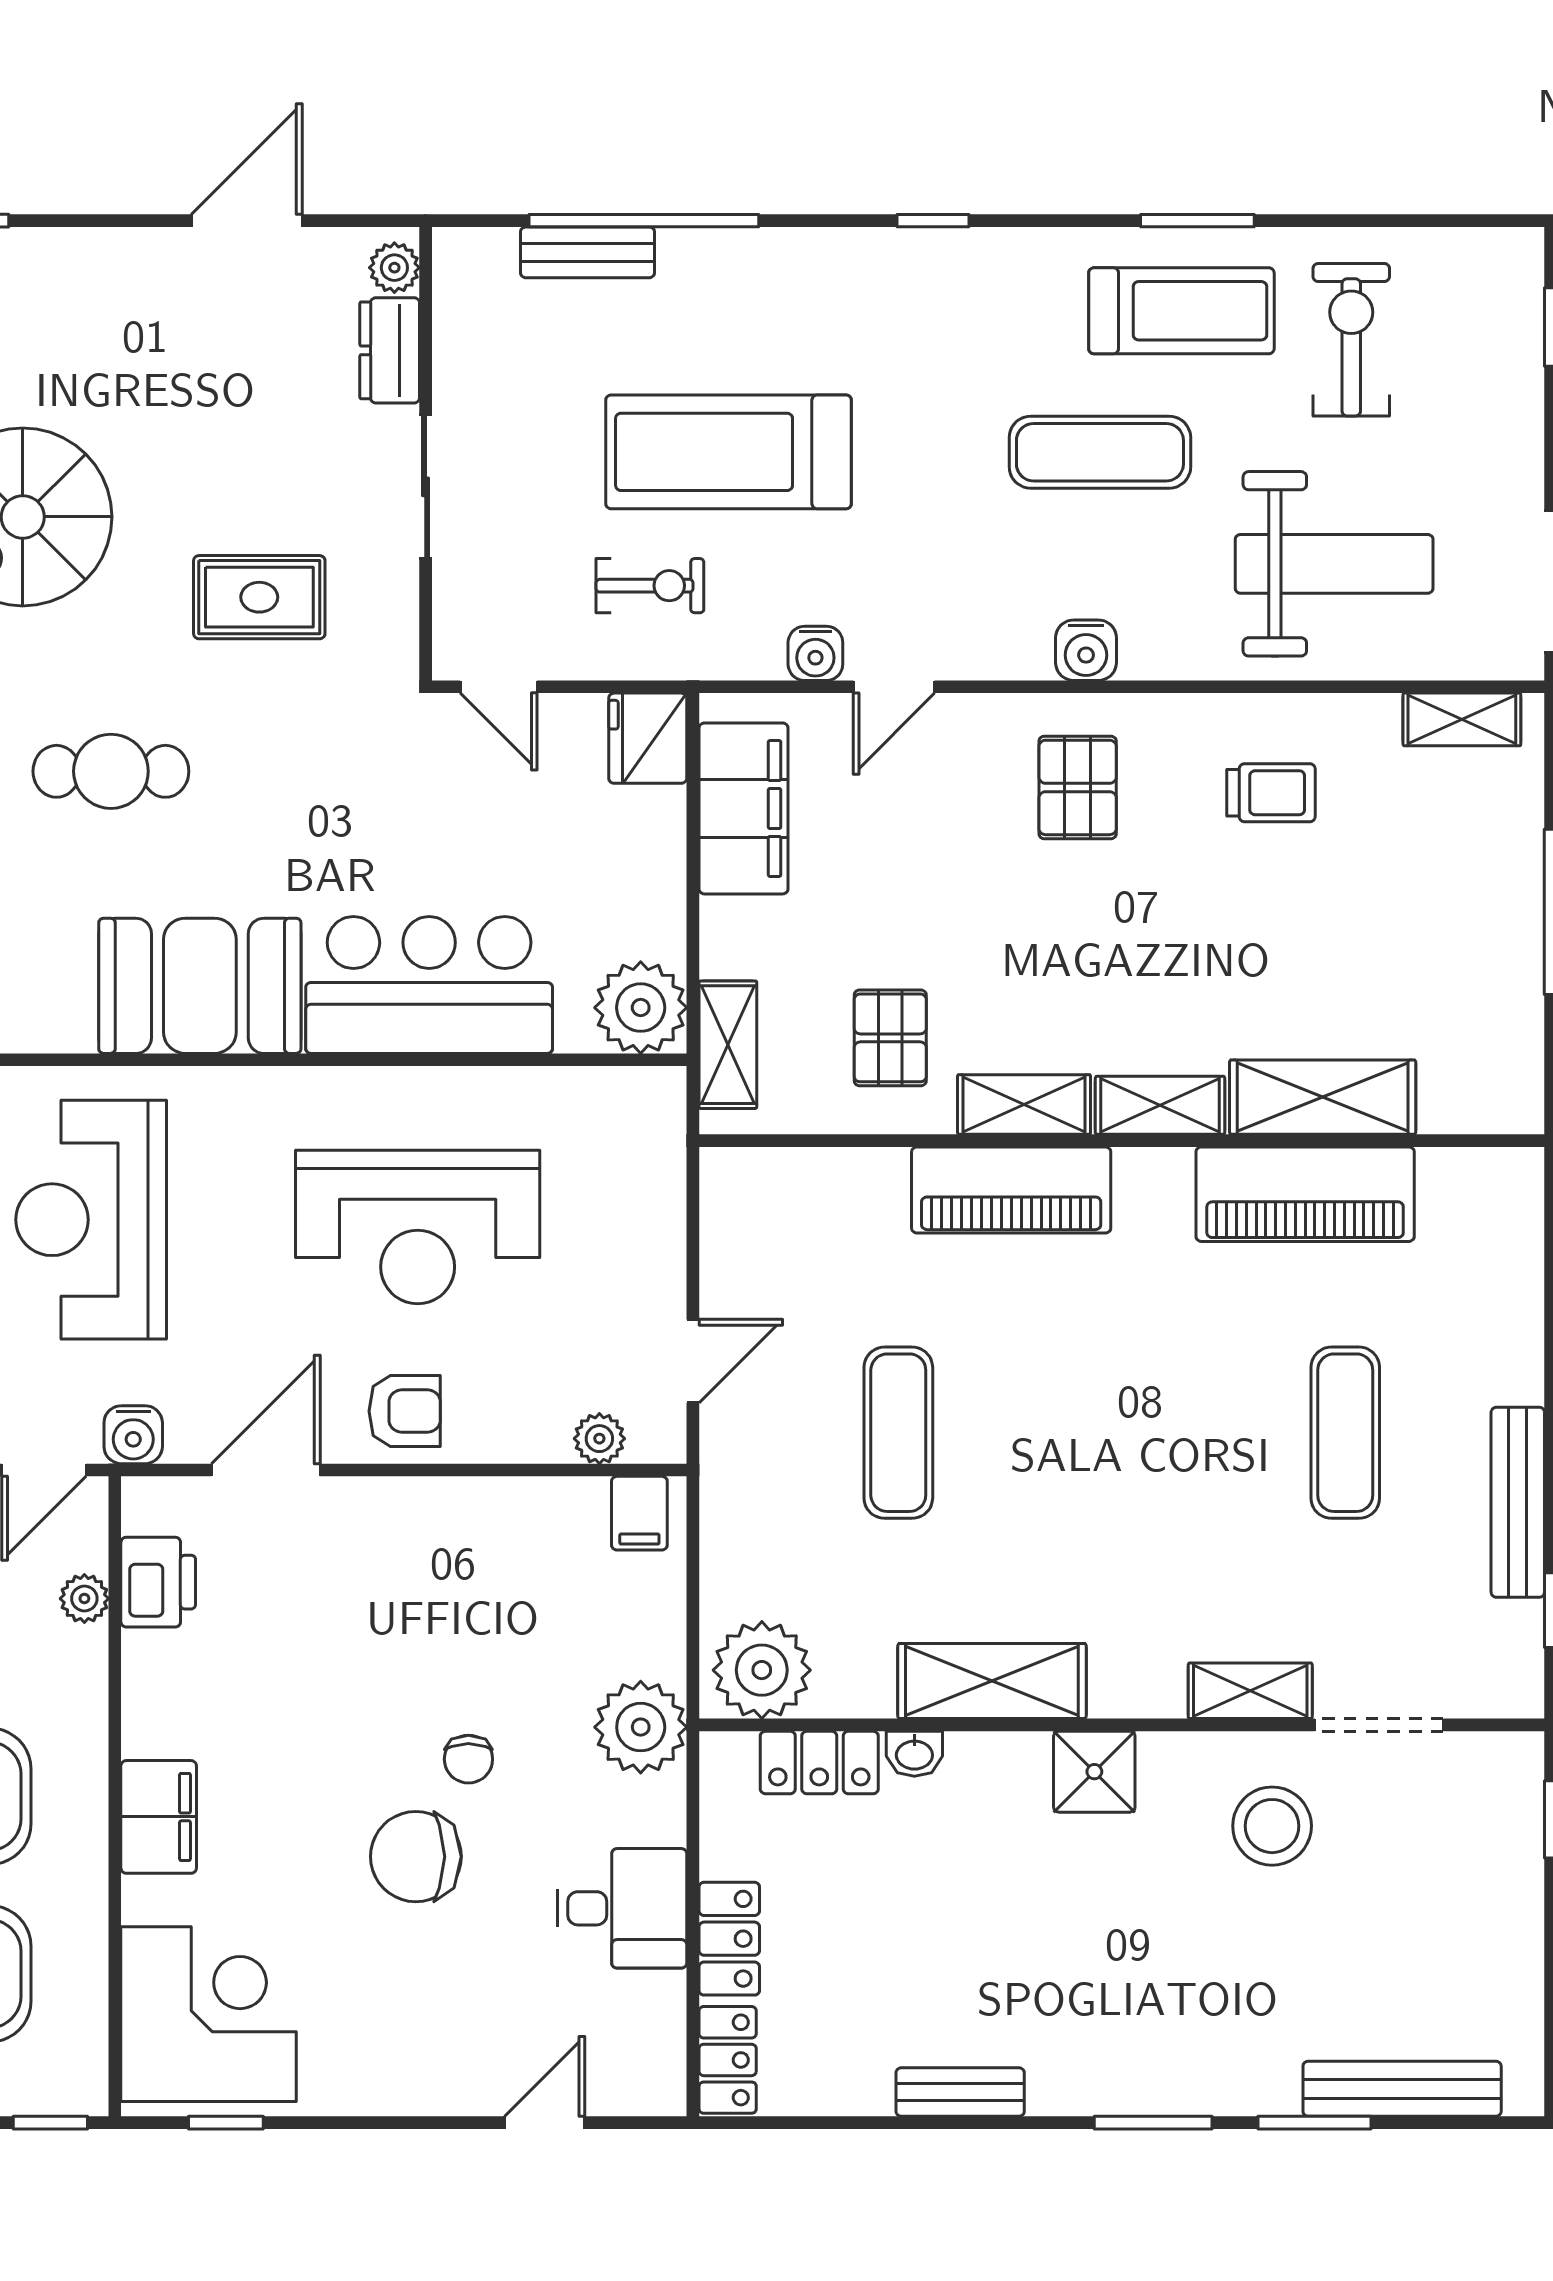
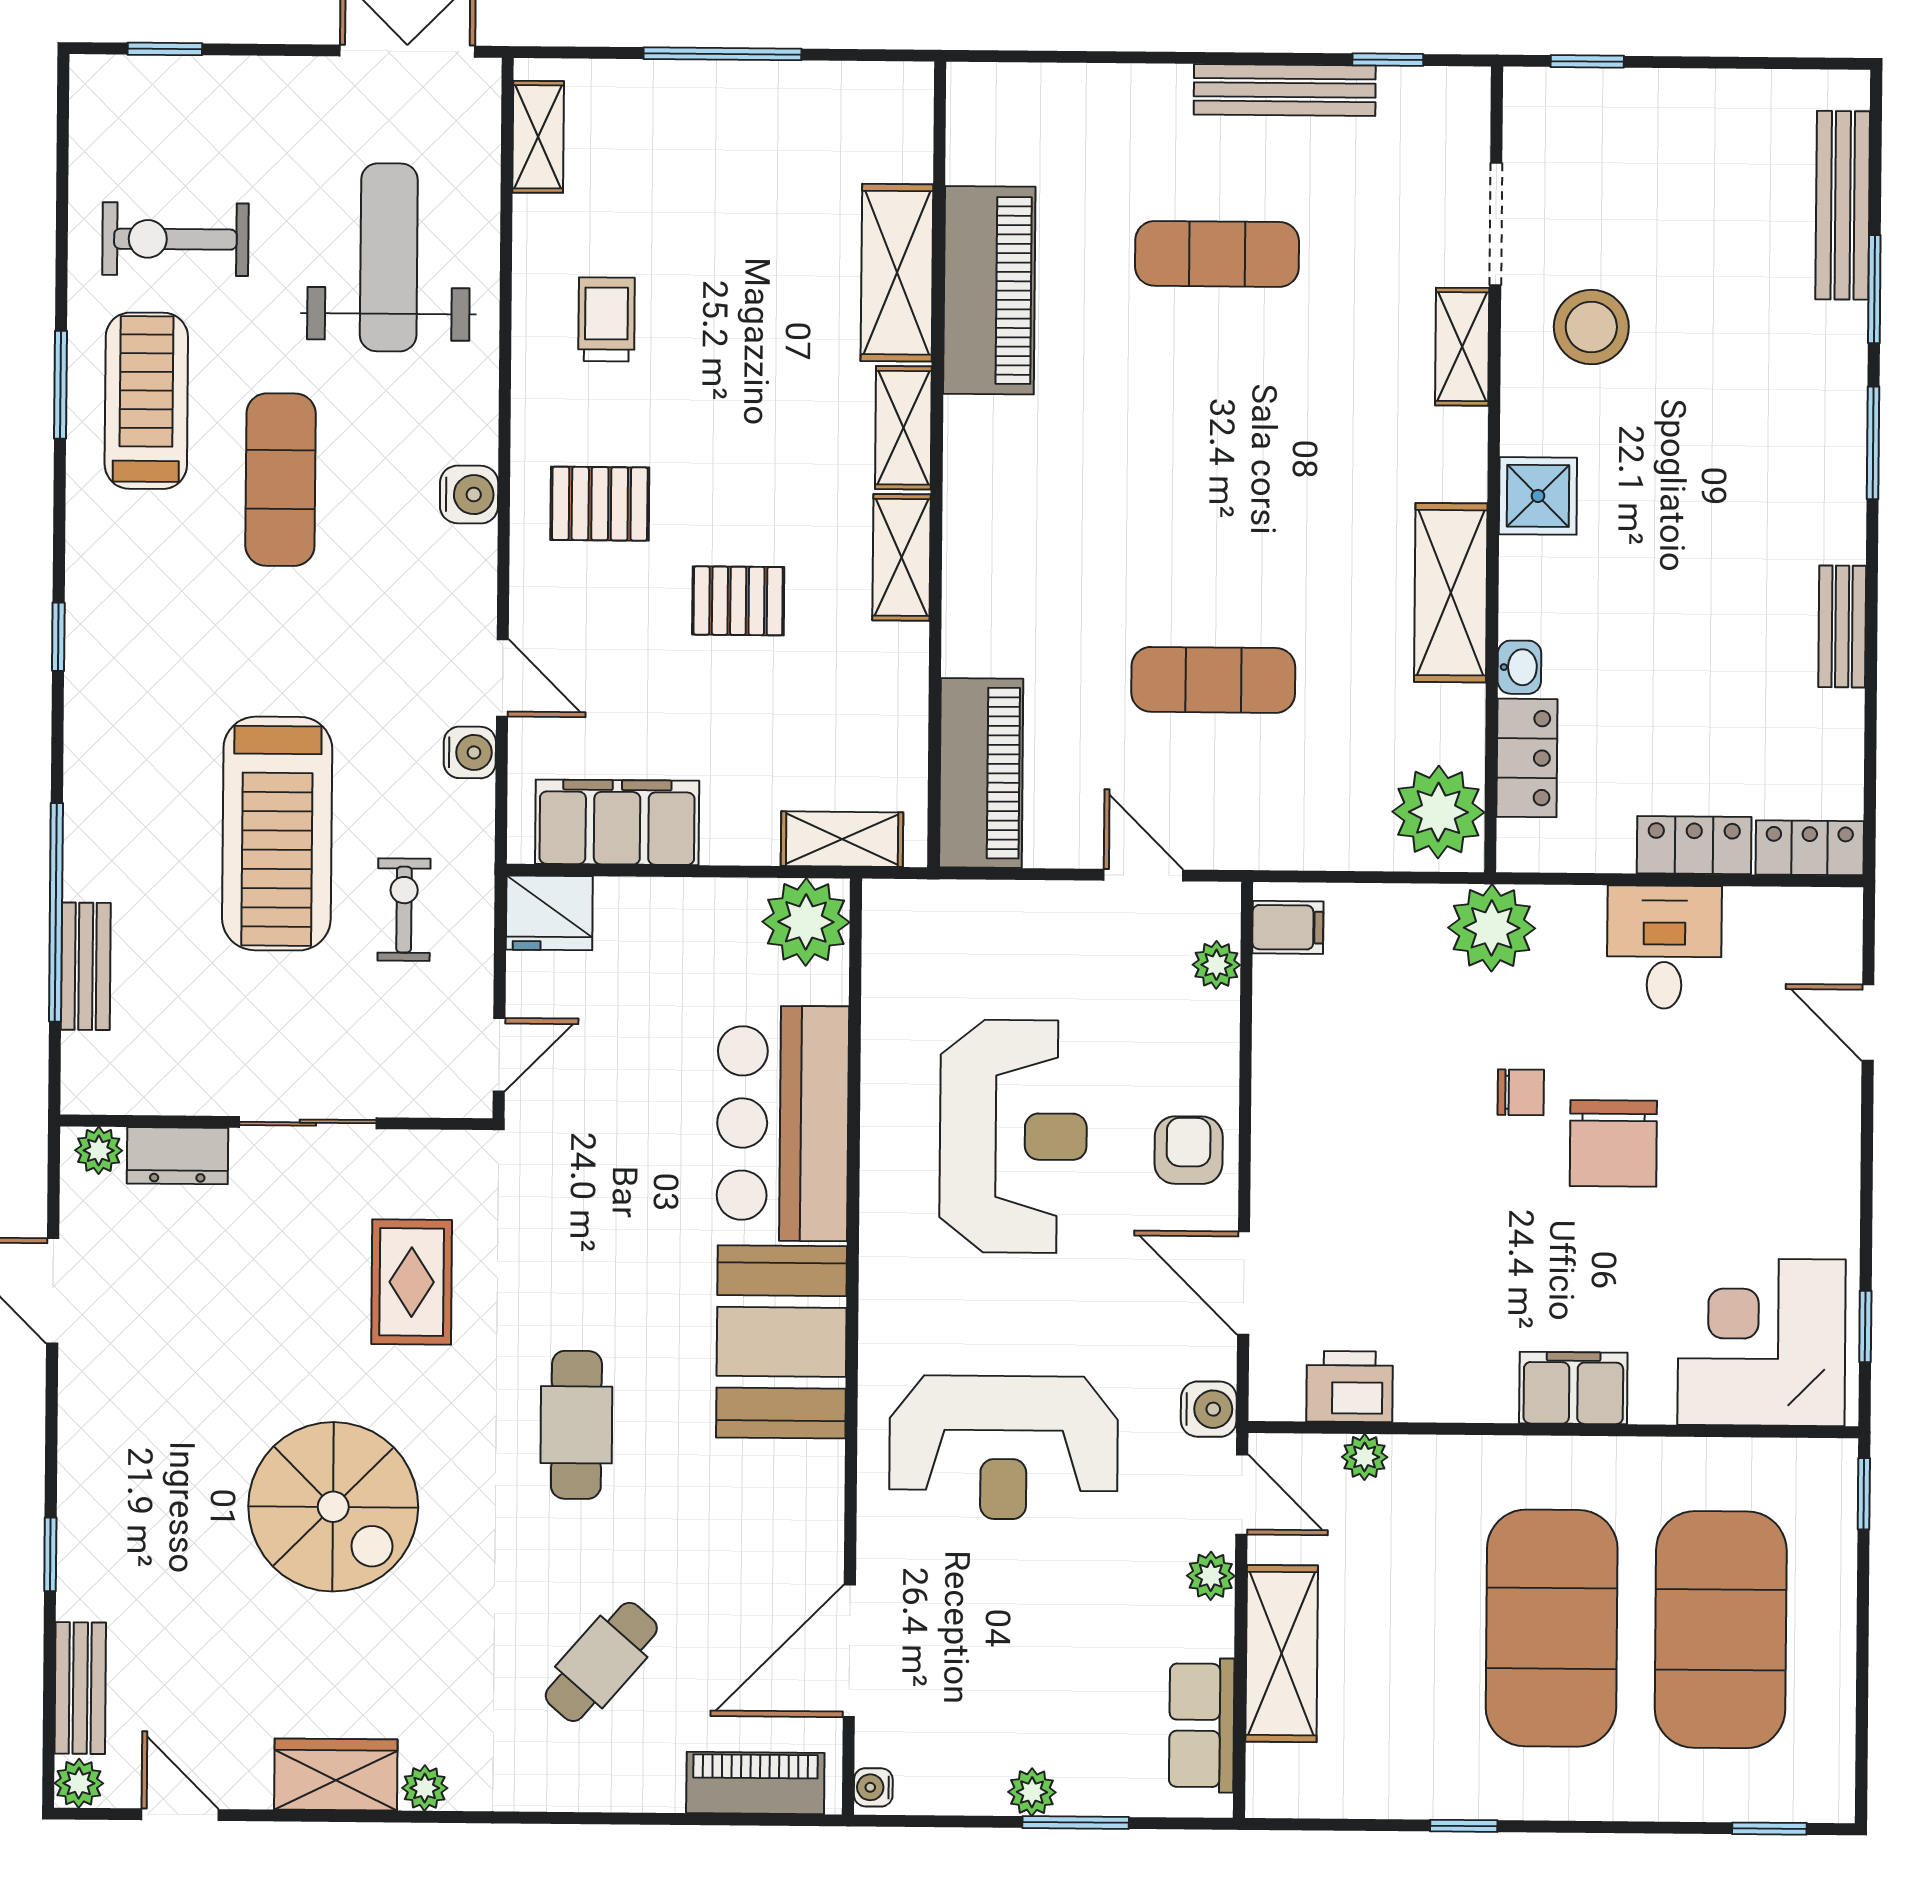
pallet: (890, 1038) -> (738, 601), moved
piano: (1011, 1190) -> (981, 773), moved

